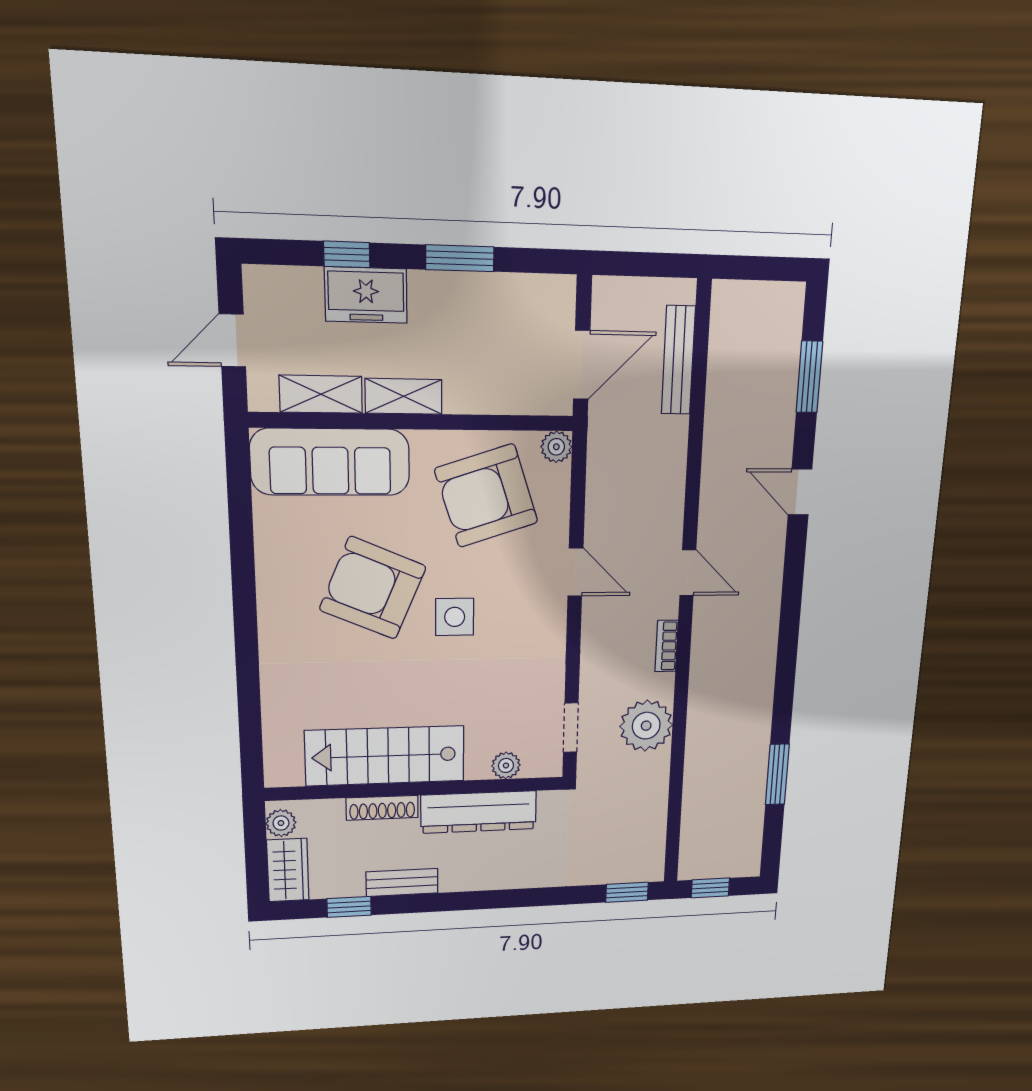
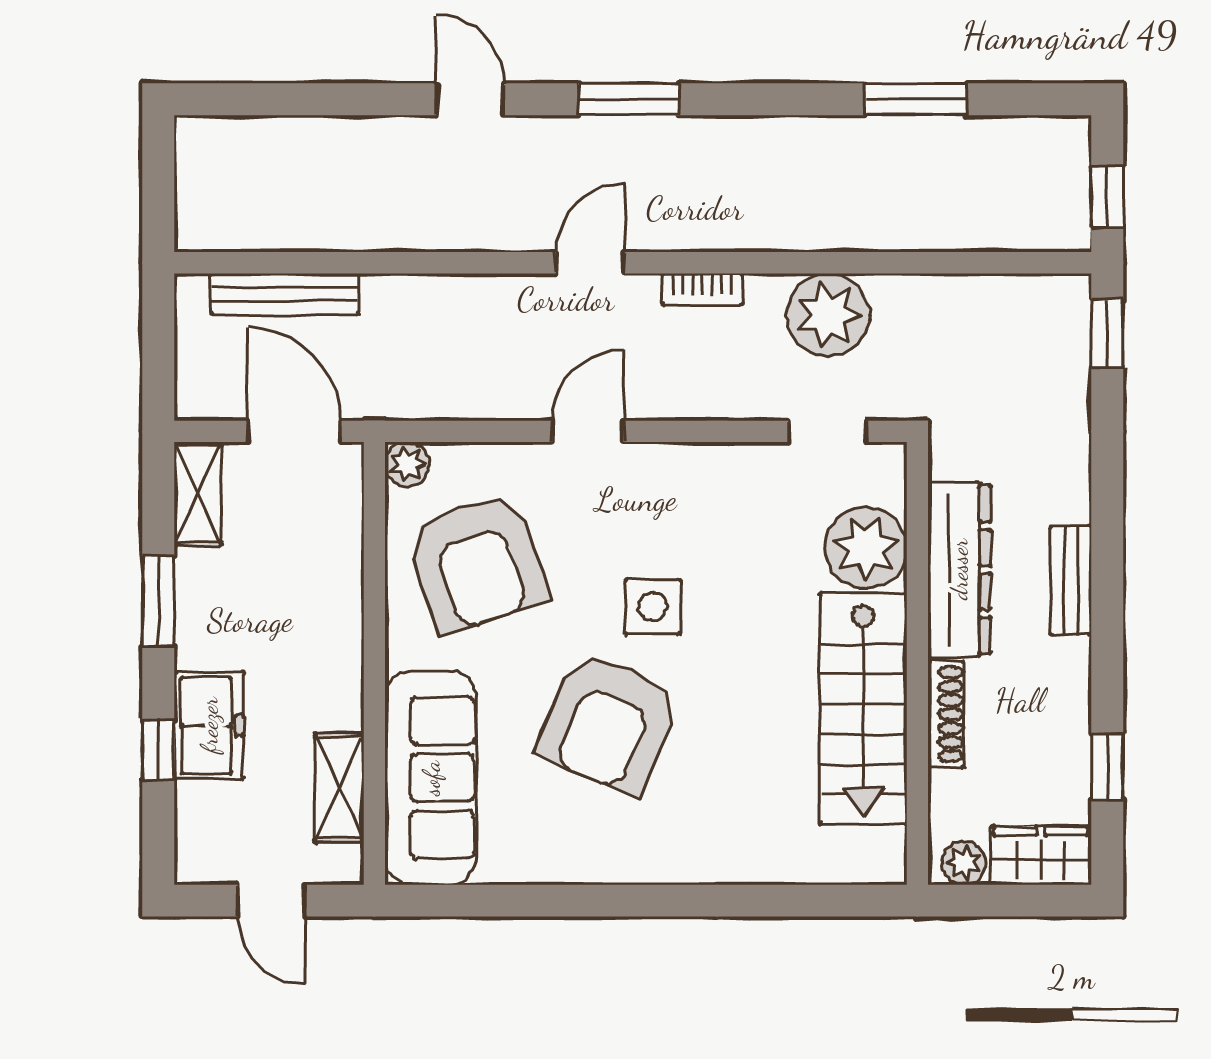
window: (809, 377) -> (628, 99), moved
shelving: (404, 396) -> (197, 494), moved
door: (800, 492) -> (470, 99), swing flipped
plant: (506, 765) -> (866, 548), width x1.88, depth x1.88
bench: (402, 883) -> (1071, 580), moved

